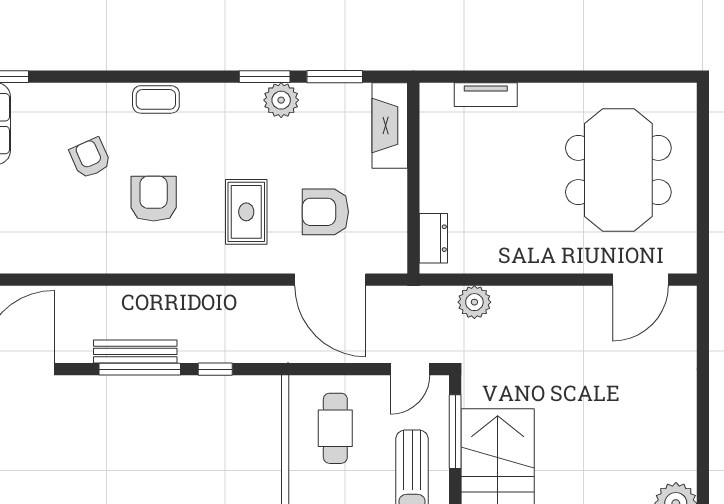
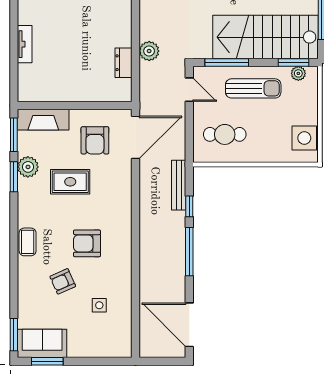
fireplace: (390, 126) -> (43, 120), moved
wall: (413, 178) -> (75, 105), moved
rug: (246, 212) -> (70, 182), moved
side table: (50, 219) -> (99, 305), added
dresser: (433, 238) -> (124, 63), moved, turned -90
bench: (135, 351) -> (179, 185), moved

